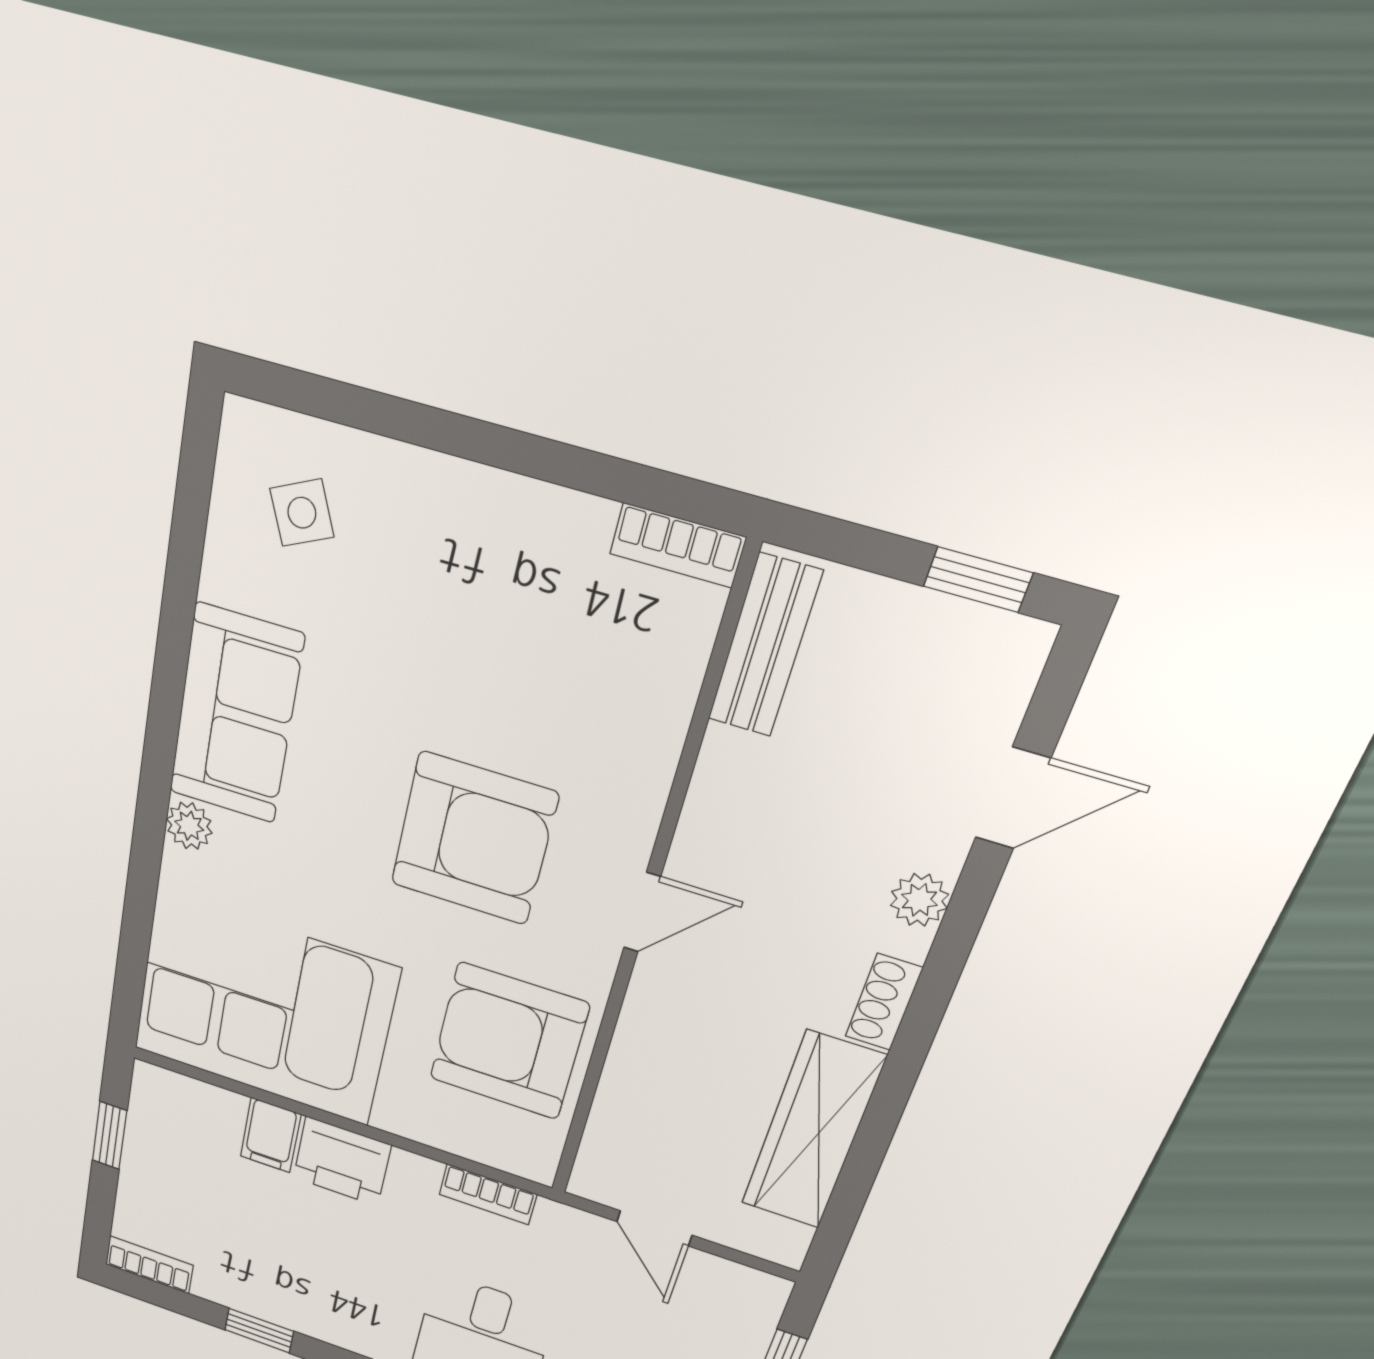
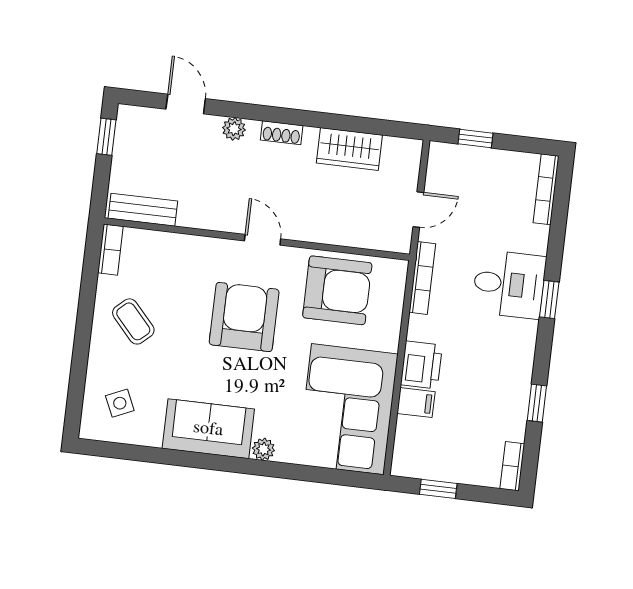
coffee table: (492, 577) -> (133, 321), added
armchair: (509, 1041) -> (337, 290), turned -90
wardrobe: (813, 1131) -> (349, 149), width x0.67
bookcase: (488, 1194) -> (422, 278), width x1.56

